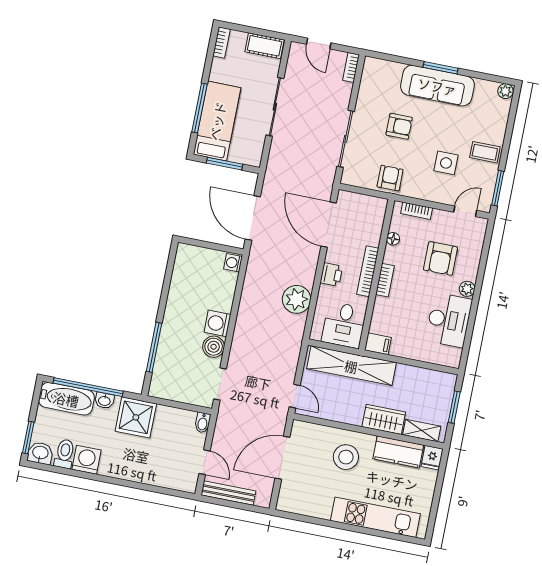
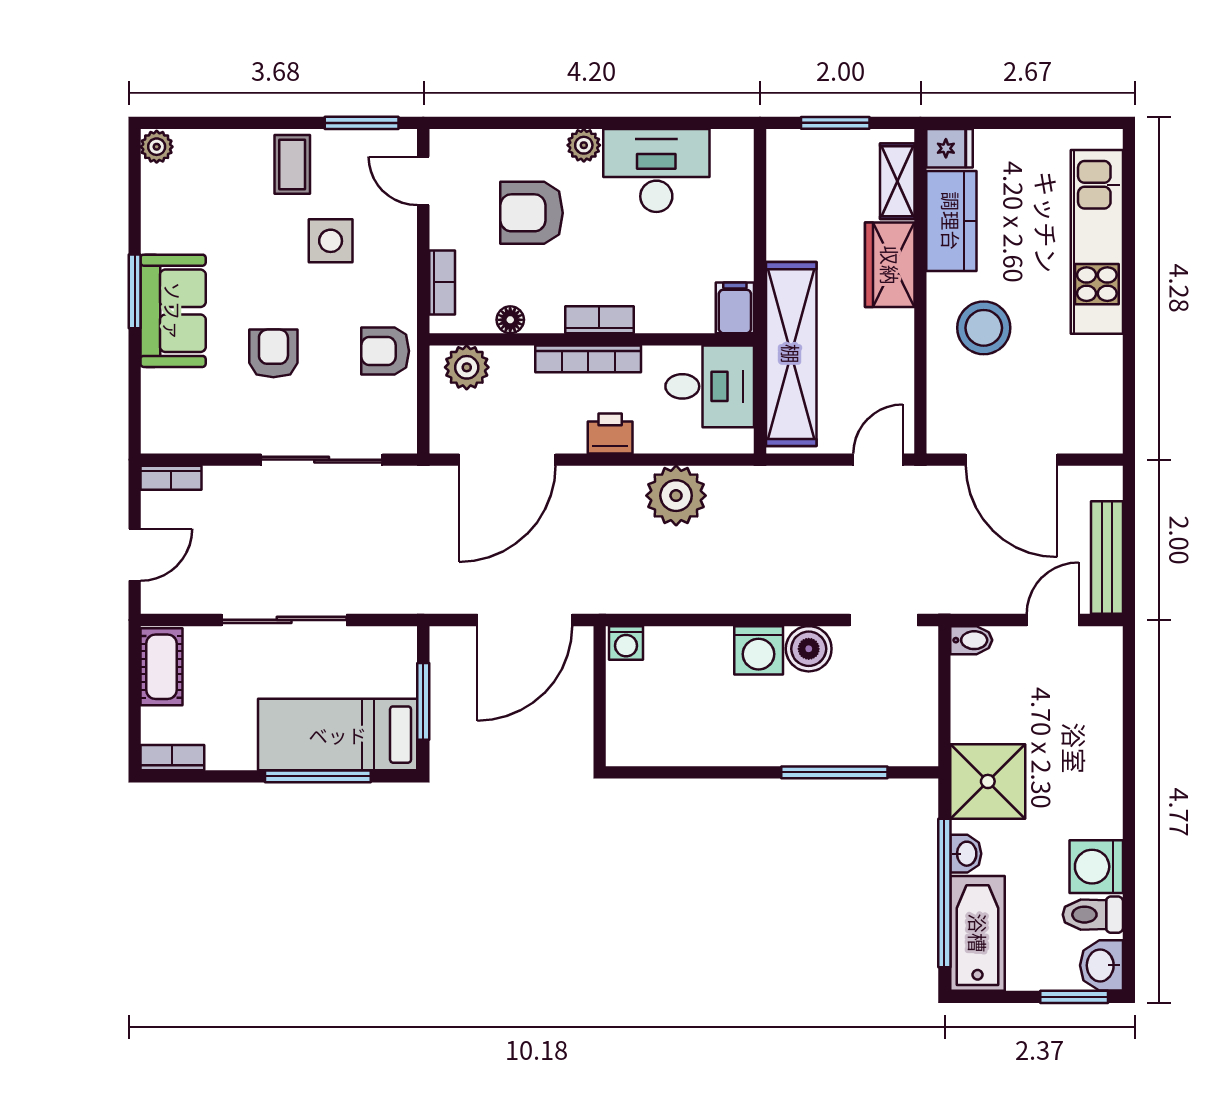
sofa: (437, 86) -> (173, 311), width x0.73
plant: (375, 214) -> (467, 367), added
armchair: (441, 258) -> (532, 213), turned 180

